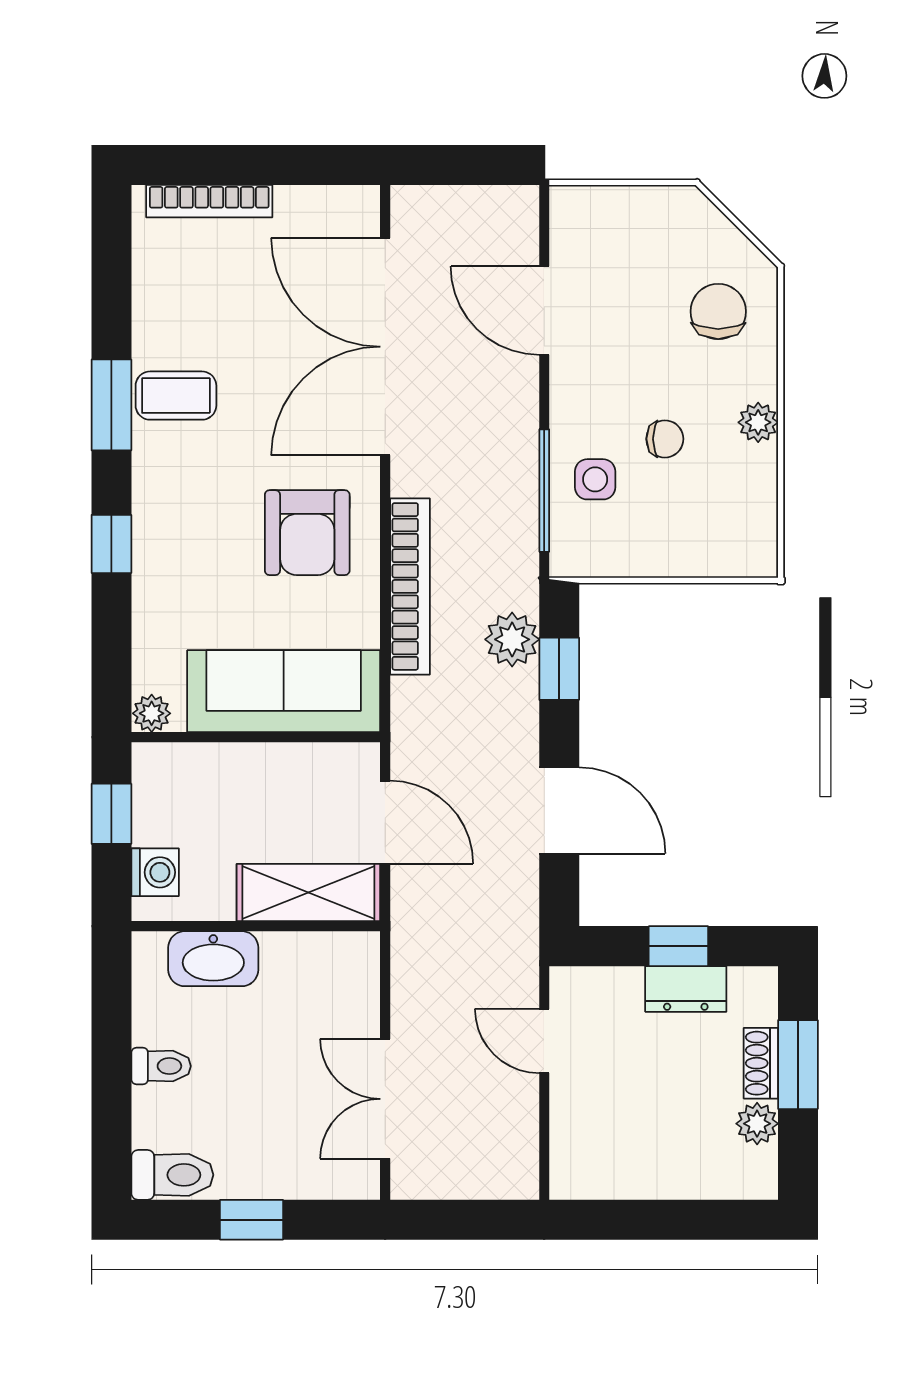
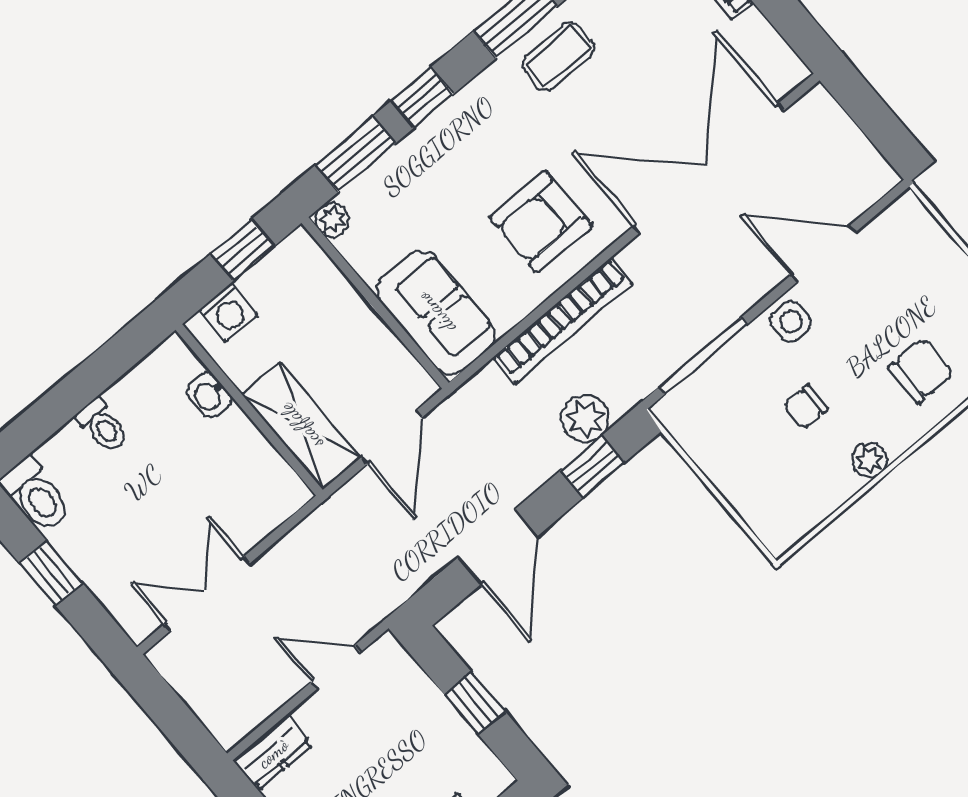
door: (544, 310) -> (823, 254), hinge flipped
coffee table: (176, 396) -> (558, 56), turned 90
chair: (665, 439) -> (806, 407), turned 90
side table: (595, 479) -> (791, 322), moved
window: (111, 644) -> (355, 154), added
sofa: (284, 691) -> (436, 313), width x0.73
washbasin: (213, 959) -> (209, 395), width x0.52, depth x0.69
dresser: (686, 989) -> (273, 753), moved, turned -90
door: (544, 1041) -> (336, 667), hinge flipped

